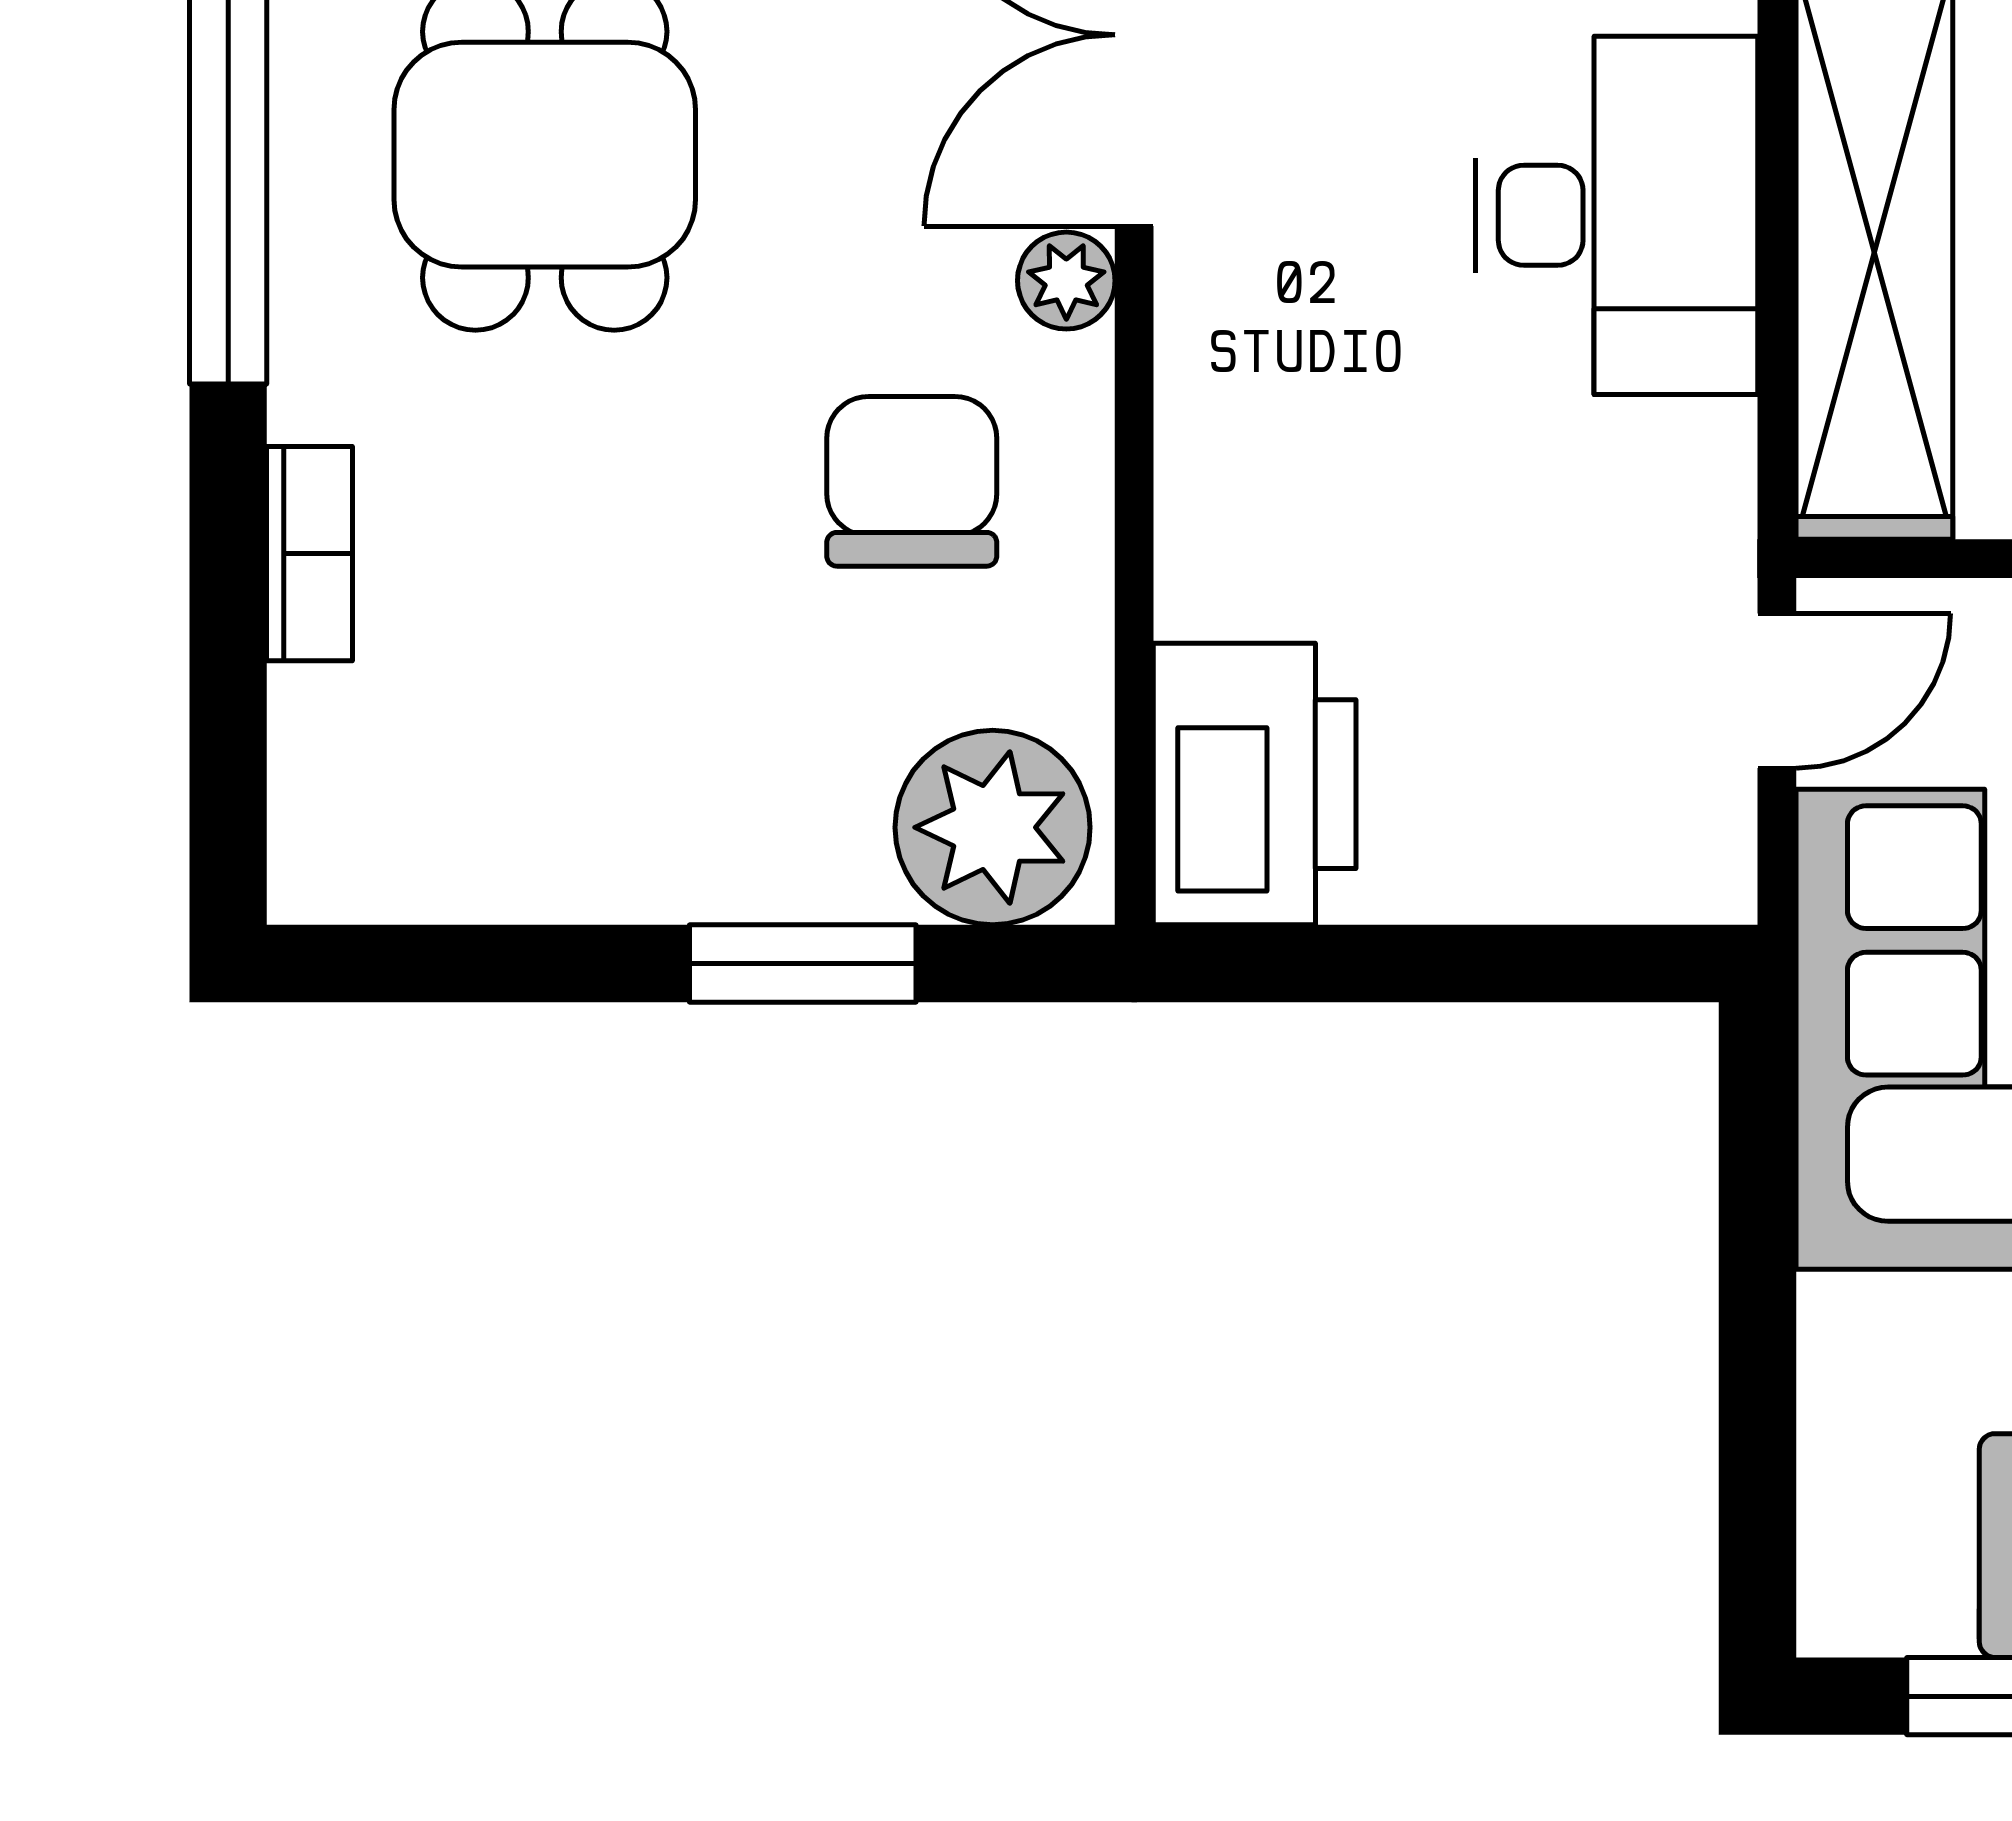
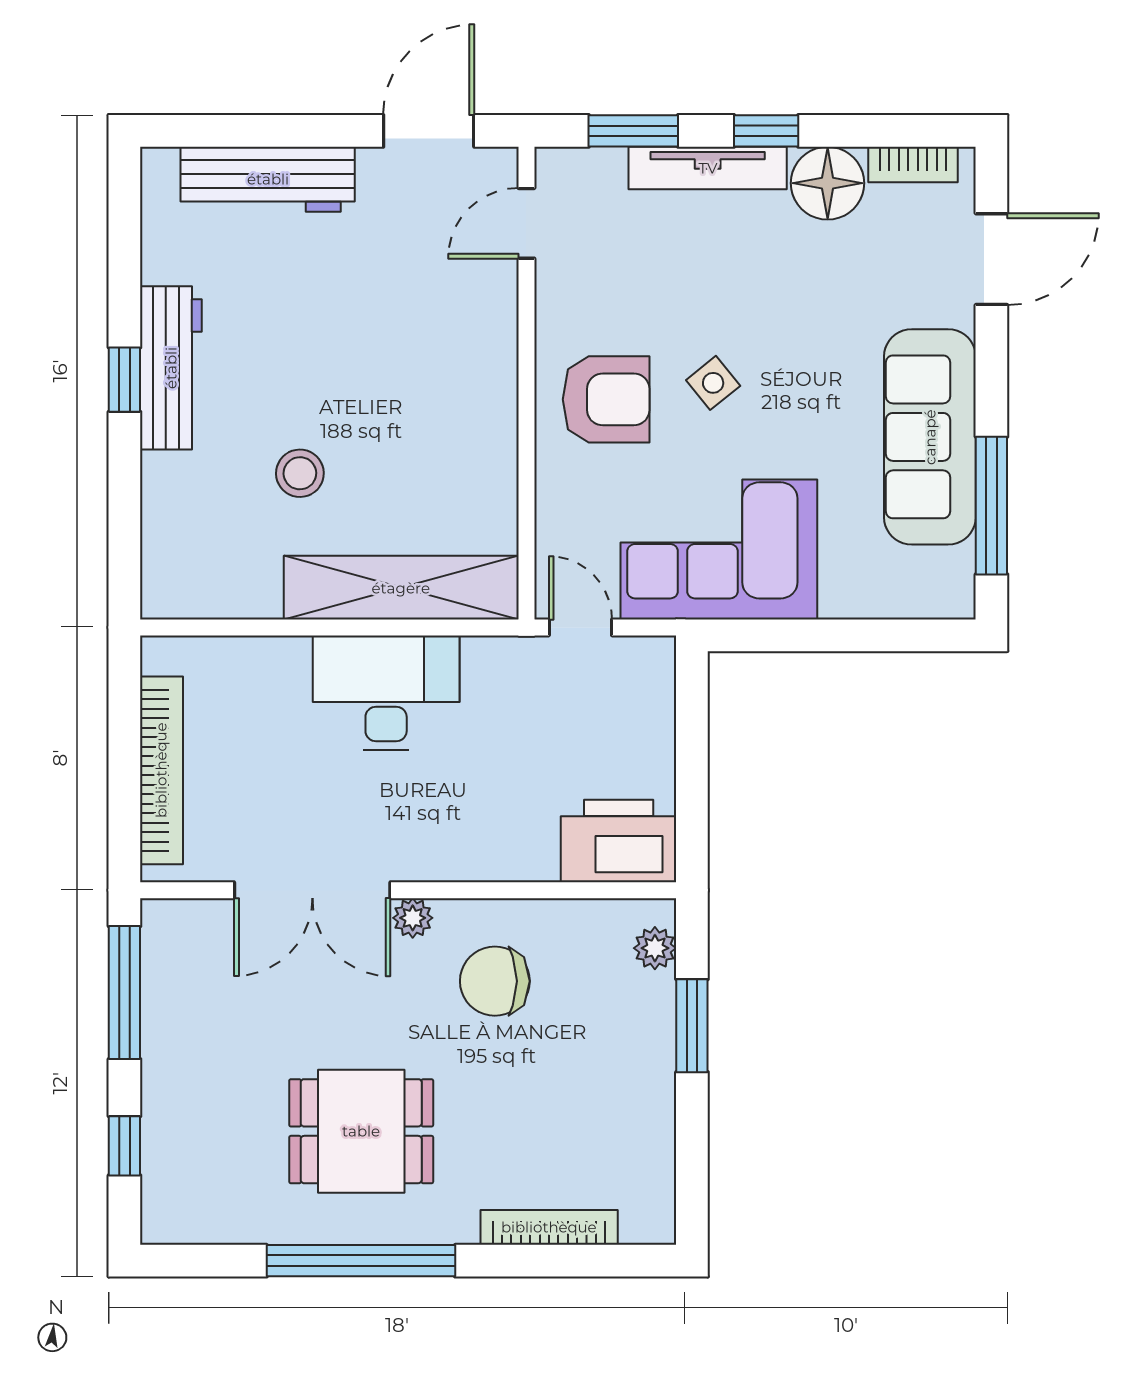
bookcase: (310, 554) -> (549, 1227), width x1.56
plant: (993, 827) -> (655, 948), width x0.53, depth x0.53

